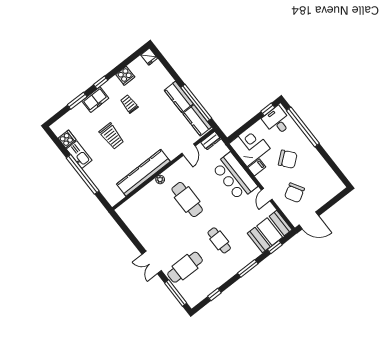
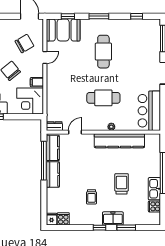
cooker: (125, 76) -> (63, 219), moved
bar counter: (235, 176) -> (149, 111), moved, turned 180
cafe table: (187, 200) -> (103, 98), turned 90
cafe table: (219, 240) -> (103, 52), width x1.37, depth x1.35
cafe table: (185, 267) -> (142, 52), removed

